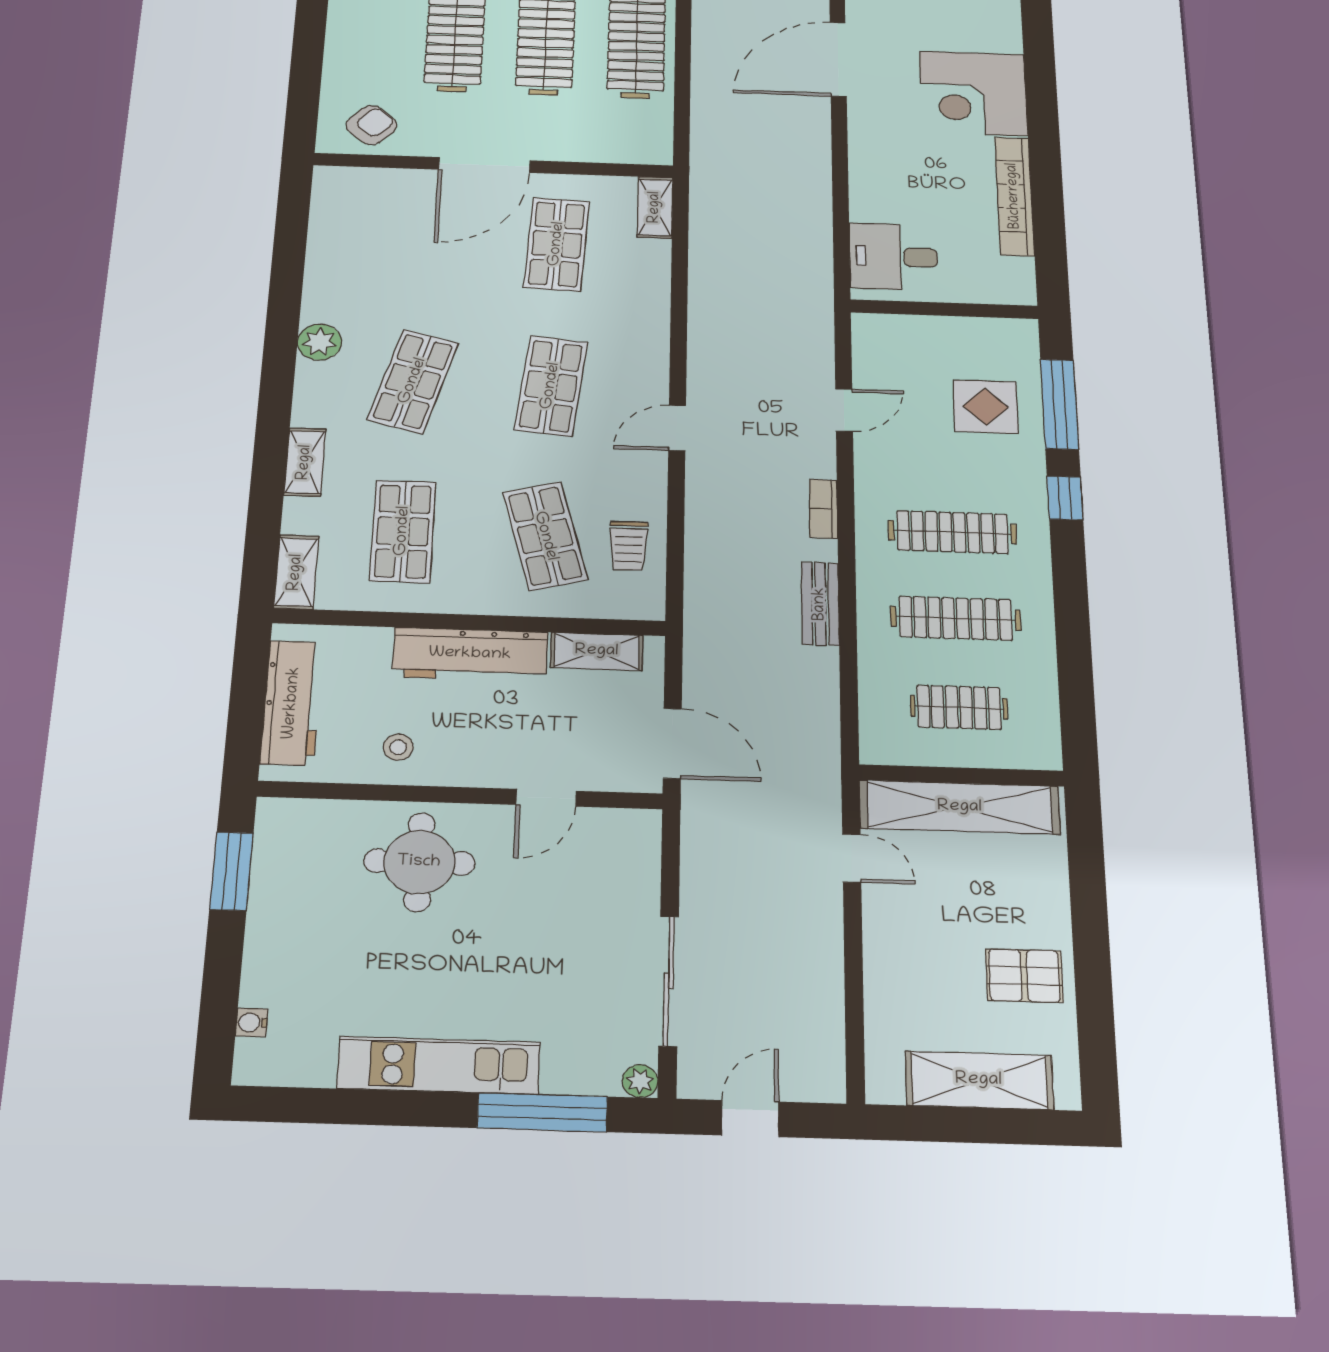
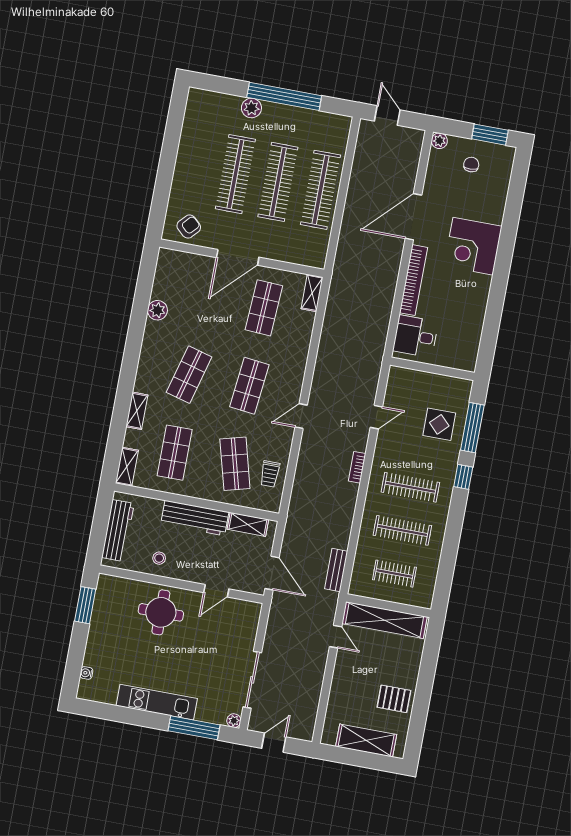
bookcase: (1014, 196) -> (414, 280), moved, turned 180
plant: (320, 342) -> (157, 310), moved
bench: (820, 604) -> (336, 570), moved

